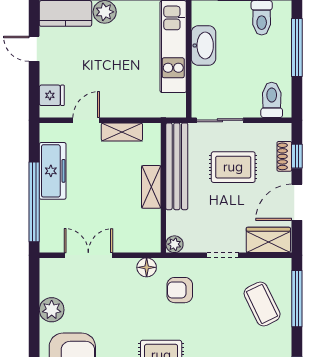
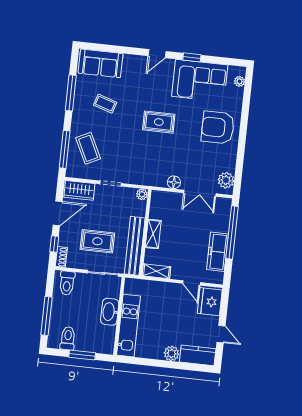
washbasin: (203, 45) -> (110, 312), moved
fridge: (52, 95) -> (210, 302), width x1.88, depth x1.34
door: (86, 120) -> (192, 283), hinge flipped
shelving: (122, 132) -> (156, 271), moved
shoe rack: (284, 156) -> (61, 257), moved
floor lamp: (147, 267) -> (174, 182), moved
armchair: (180, 290) -> (142, 164), removed
plant: (52, 310) -> (226, 180), moved

